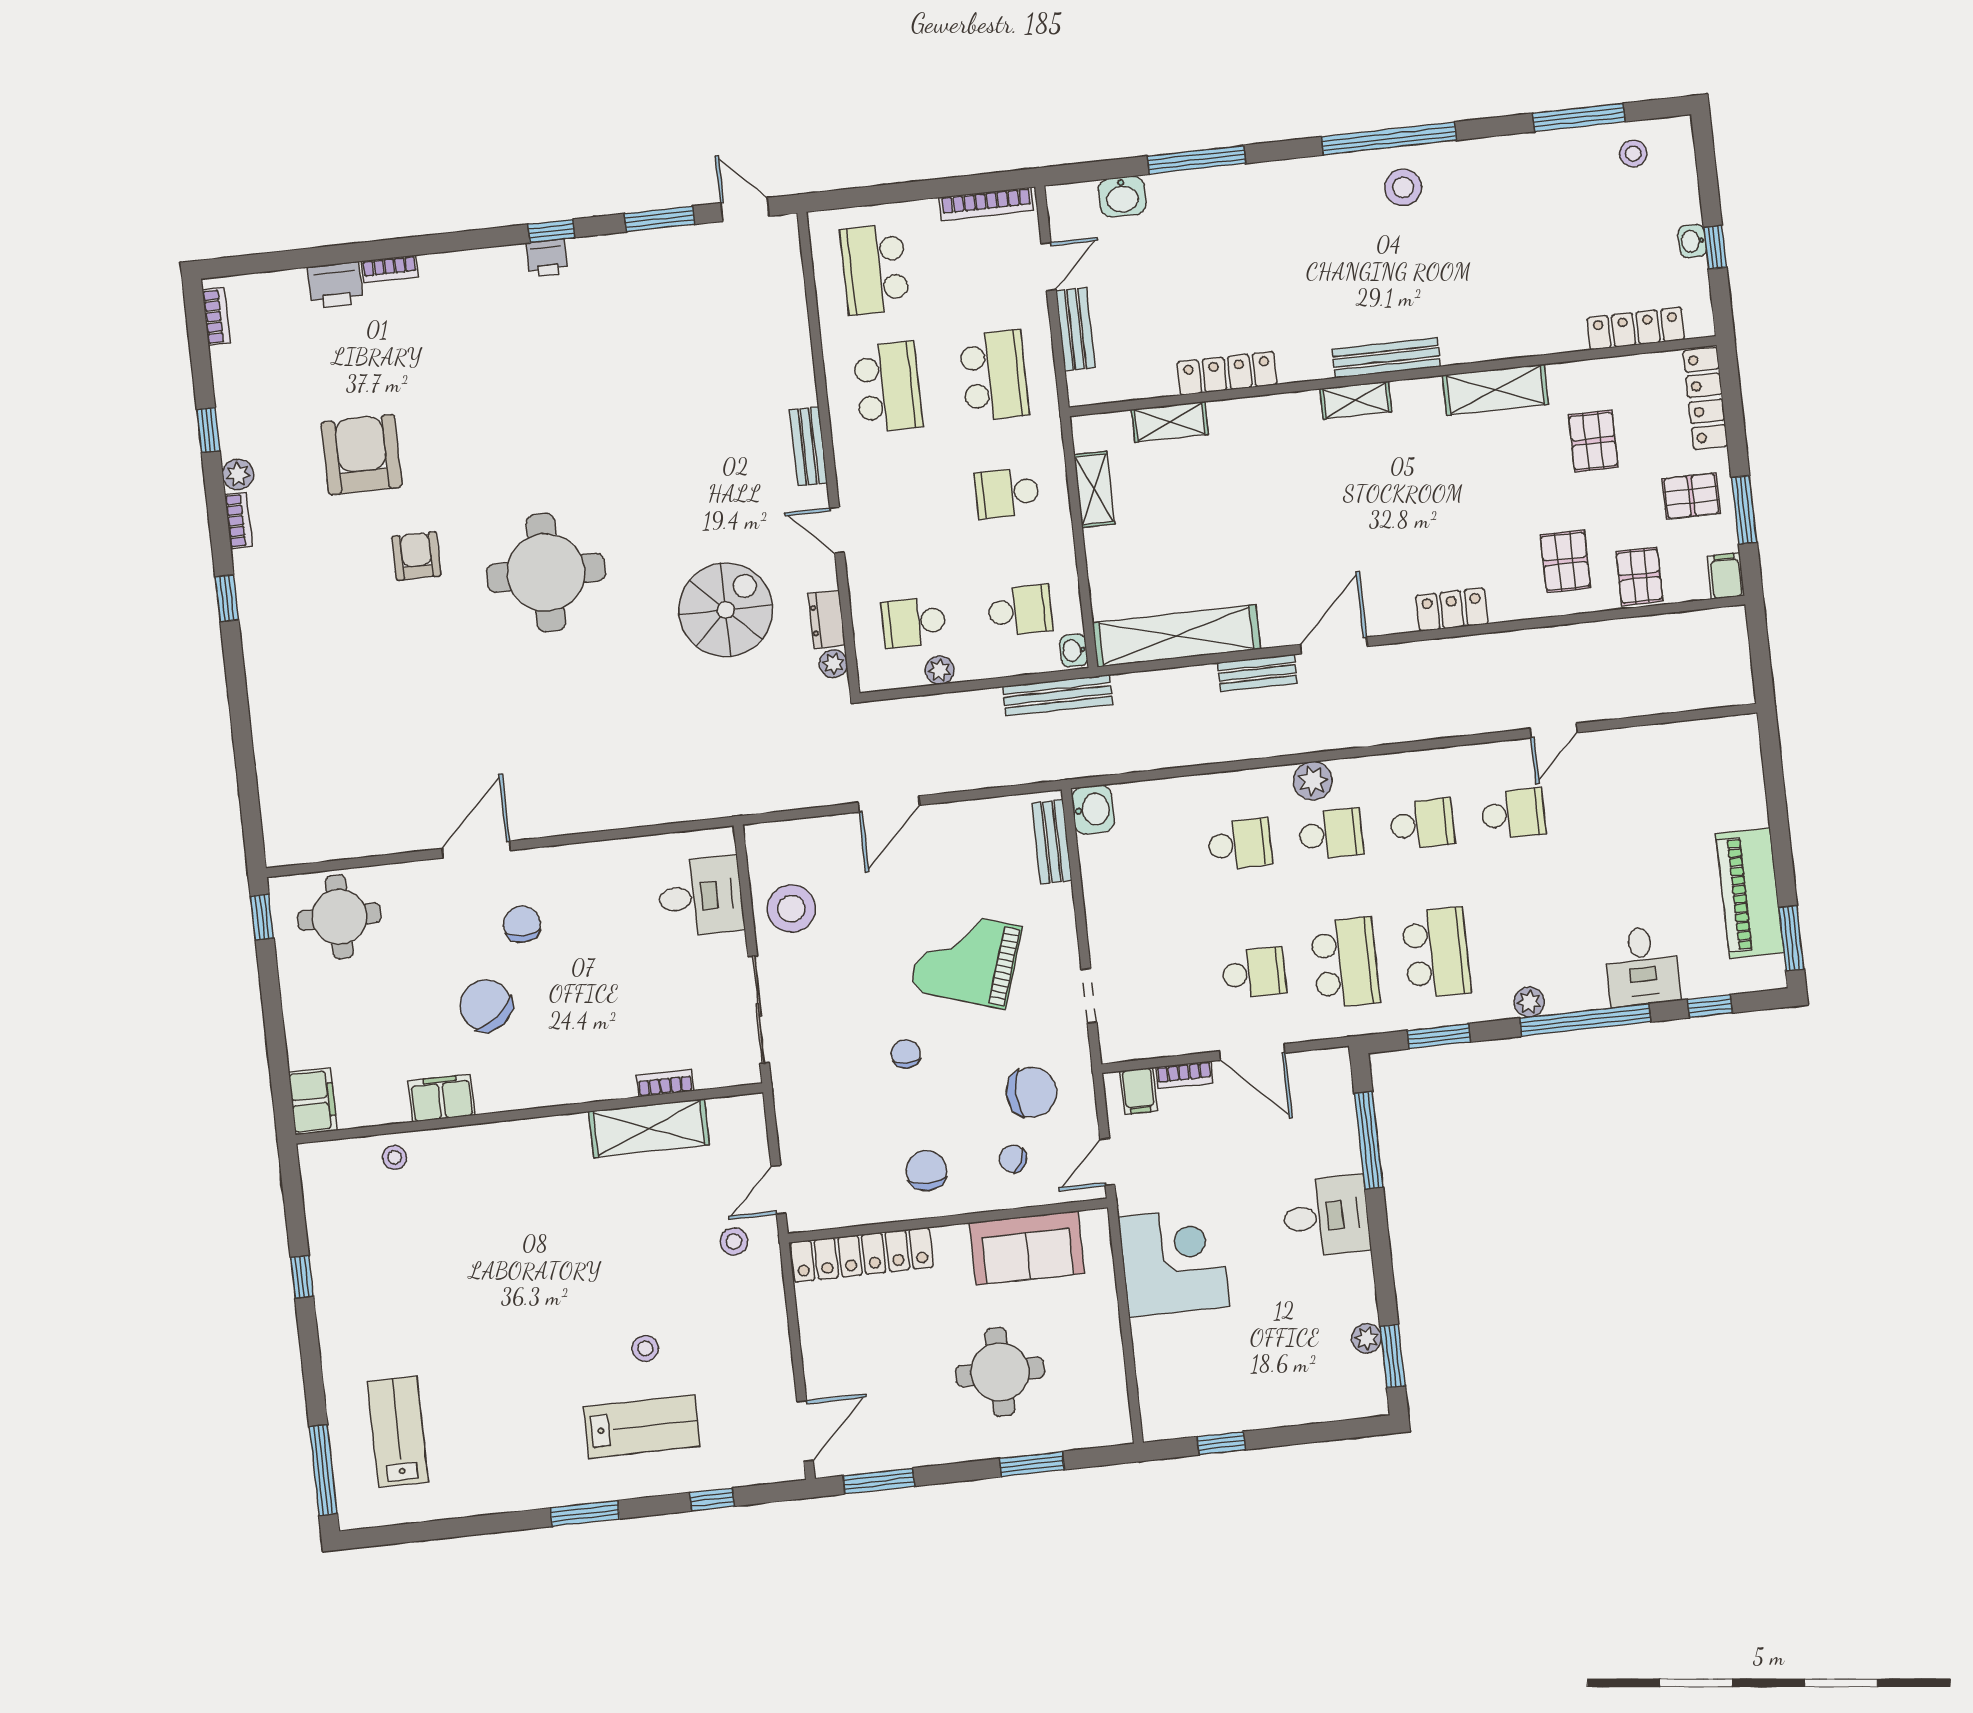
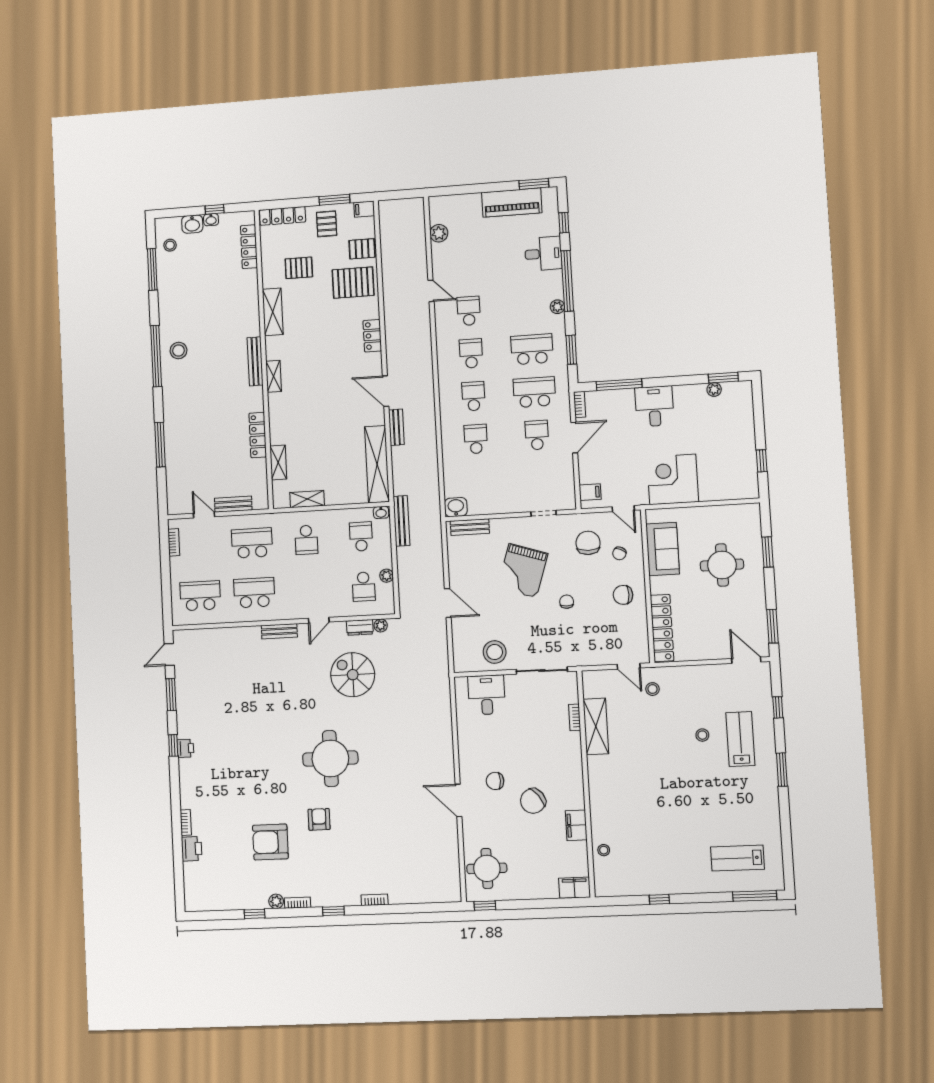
washbasin: (1122, 197) -> (192, 224), moved, turned 90
bookcase: (986, 204) -> (174, 542), width x0.64
school desk: (875, 269) -> (200, 596), turned 180
bookcase: (216, 316) -> (375, 900), moved
armchair: (416, 556) -> (319, 819), turned 90
pallet: (1565, 561) -> (353, 283), width x1.50, depth x1.42
plant: (1313, 781) -> (439, 233), moved
chair: (906, 1054) -> (567, 602), turned 90
bookcase: (1184, 1075) -> (580, 405), moved

